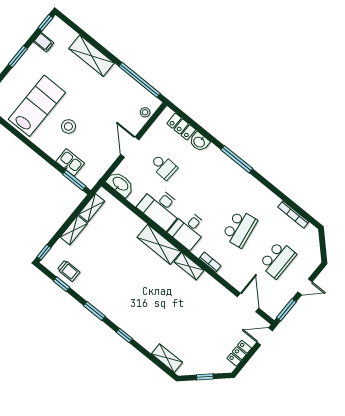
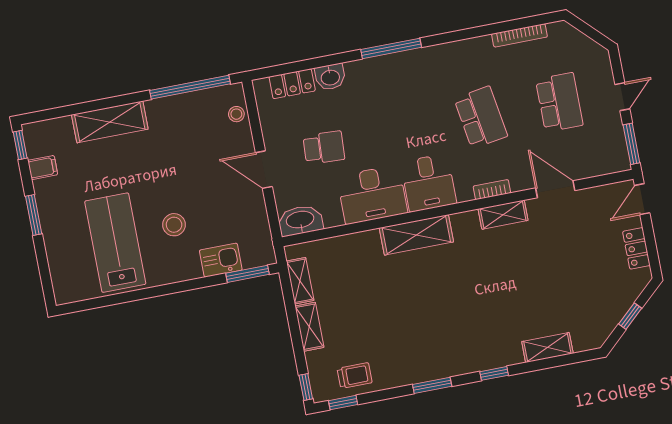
shelving: (189, 266) -> (503, 215), moved
window: (61, 284) -> (343, 403), moved
door: (248, 302) -> (555, 189), moved
shelving: (167, 358) -> (547, 348), moved

